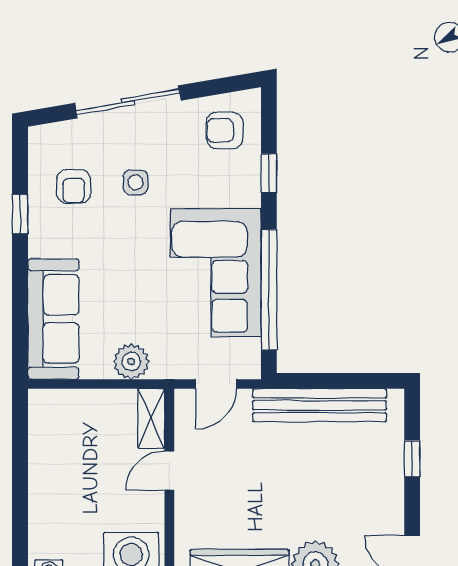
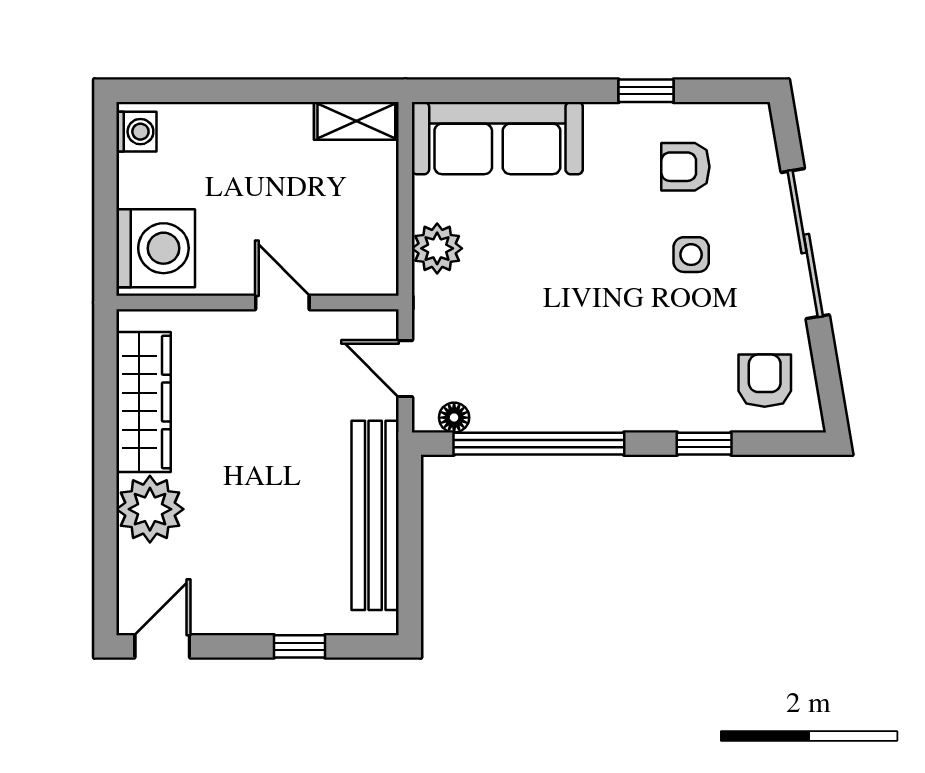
corner sofa: (216, 273) -> (563, 368), removed
floor lamp: (251, 350) -> (454, 418), added
shelving: (151, 418) -> (356, 121), moved

